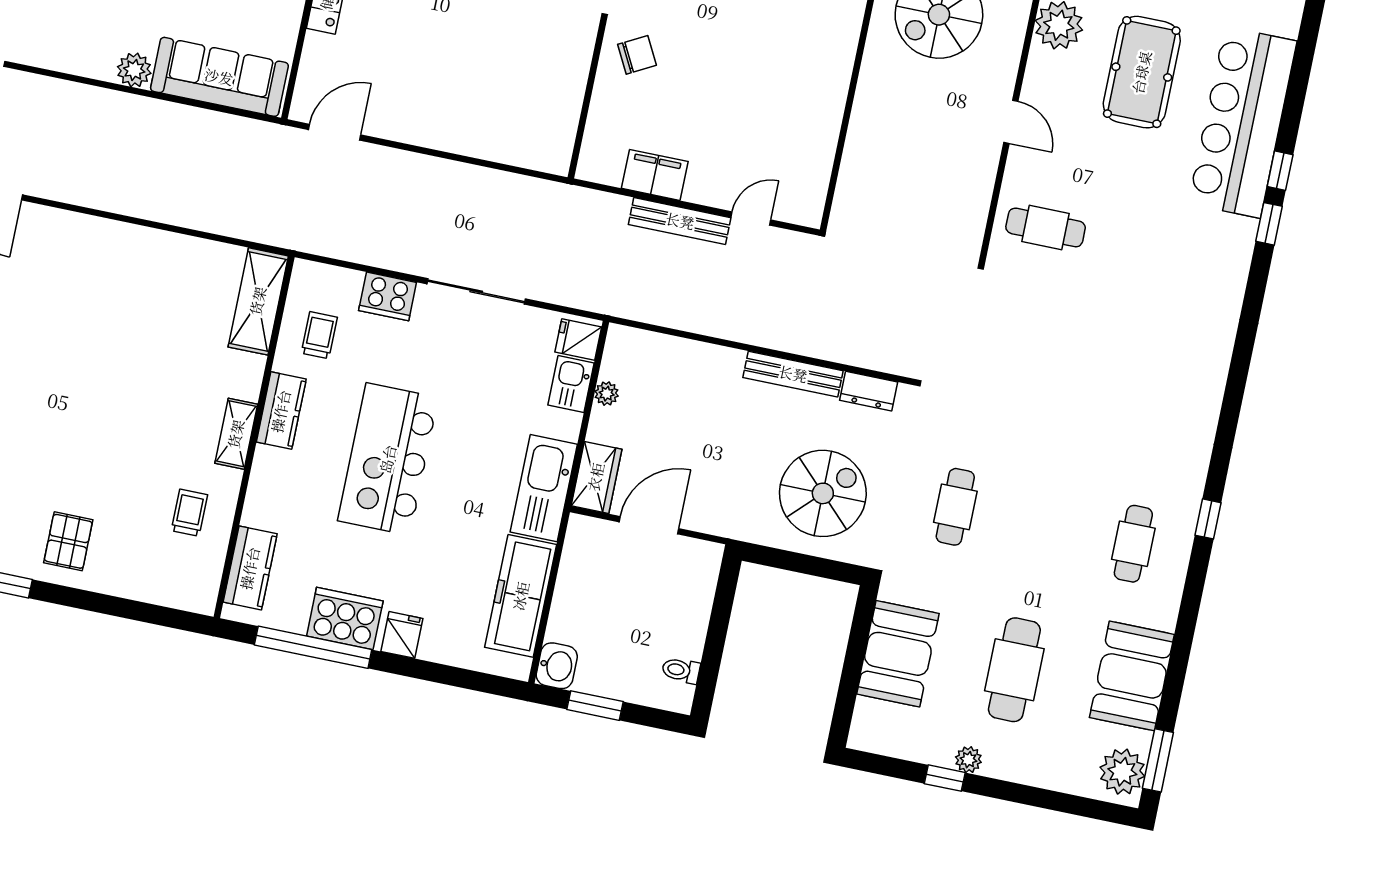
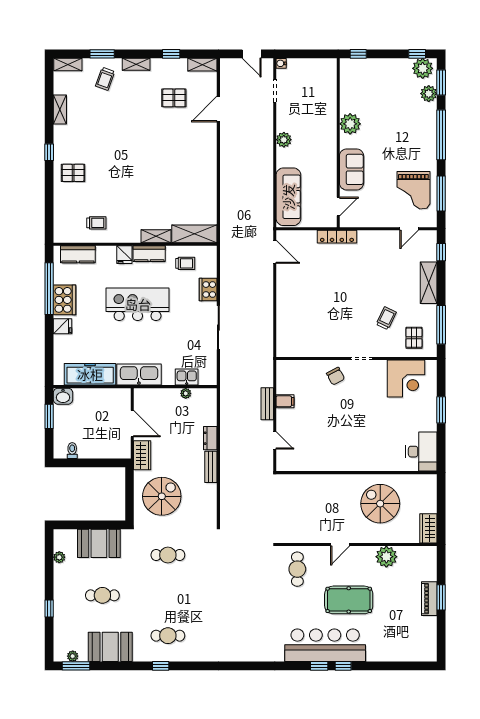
plant: (134, 70) -> (284, 140), moved
pool table: (1142, 72) -> (349, 600), moved
bar counter: (1243, 122) -> (325, 645), moved
filing cabinet: (655, 175) -> (285, 401), width x0.50
bench: (680, 221) -> (267, 404), width x0.73
fridge: (578, 339) -> (124, 255), moved, turned 180
bench: (793, 374) -> (211, 467), width x0.73
dresser: (869, 391) -> (210, 438), moved
shelving: (236, 434) -> (156, 236), moved
wardrobe: (596, 477) -> (142, 455), moved, turned -90
spiral stairs: (823, 493) -> (162, 496), turned -90
window: (1208, 519) -> (161, 666), moved
cafe table: (1014, 670) -> (102, 595), width x0.73, depth x0.74
plant: (968, 760) -> (59, 557), moved
plant: (1122, 772) -> (73, 656), width x0.53, depth x0.53
window: (945, 778) -> (49, 609), moved

